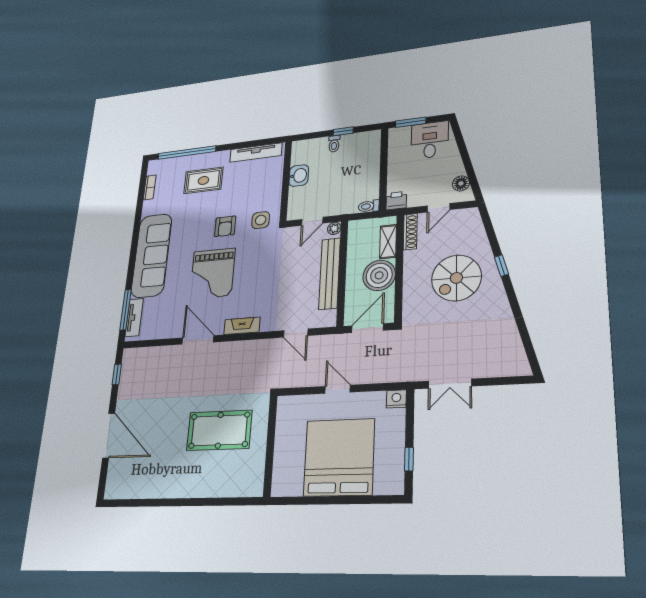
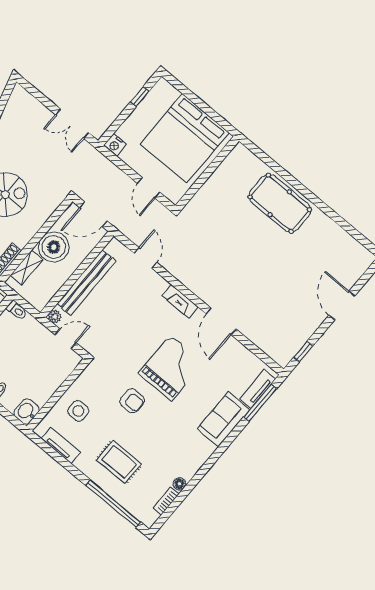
tv unit: (256, 153) -> (61, 445), width x0.71
washbasin: (299, 176) -> (27, 411), moved
floor lamp: (148, 206) -> (179, 484), added
side table: (261, 220) -> (78, 411), moved
armchair: (225, 226) -> (132, 401), turned 90
sofa: (152, 255) -> (223, 419), width x0.54, depth x0.79
double door: (450, 384) -> (72, 124), swing flipped
pool table: (219, 430) -> (280, 203), moved
door: (109, 436) -> (342, 305), width x0.73
wall: (270, 446) -> (207, 173), moved

